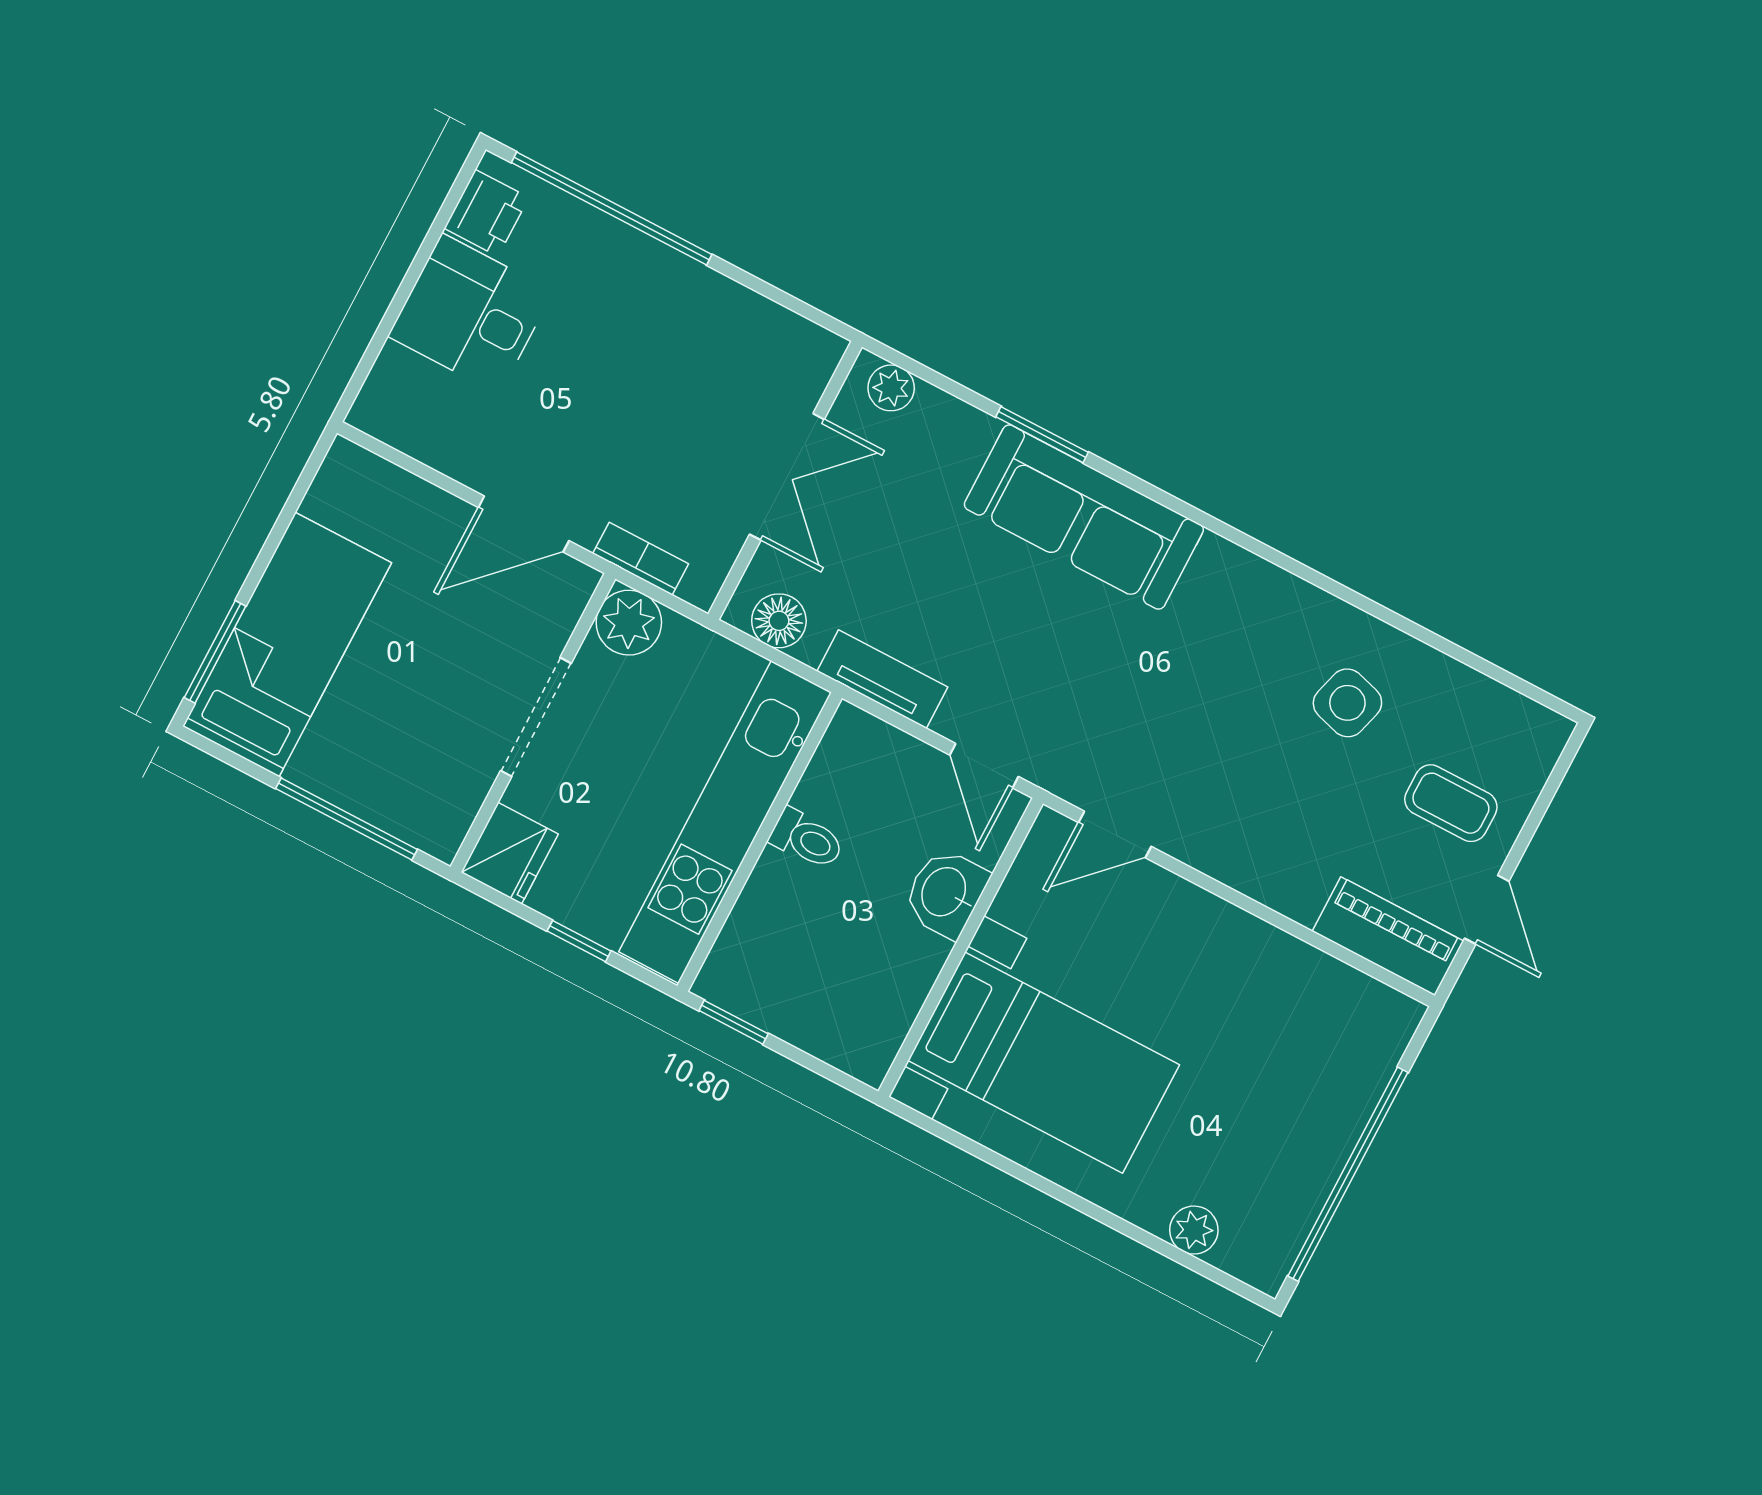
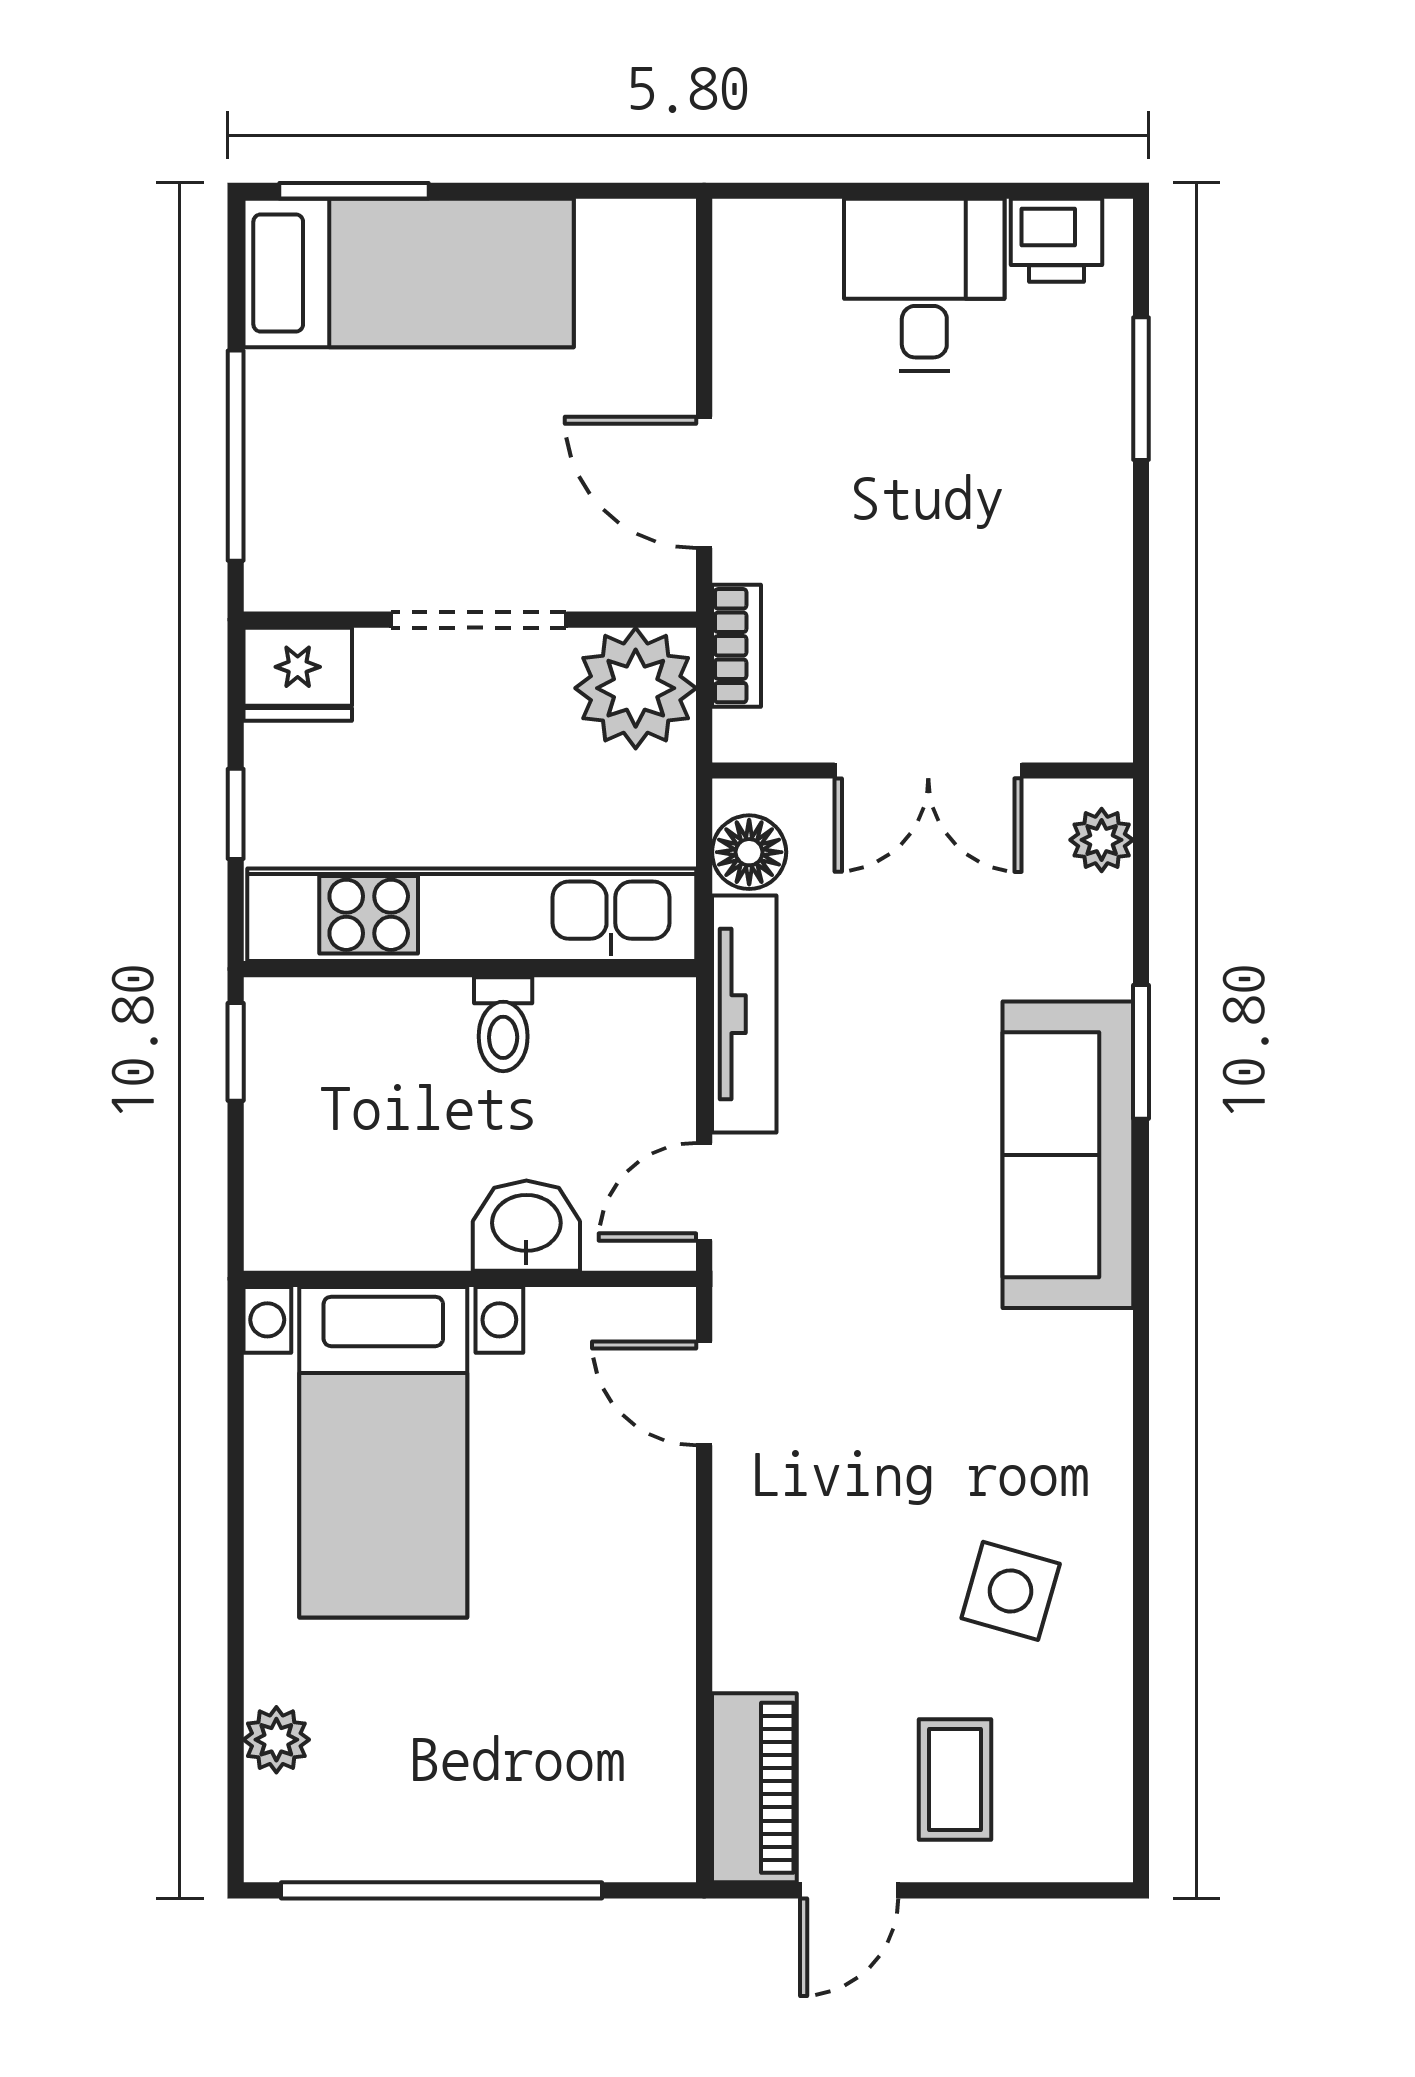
window: (612, 209) -> (1141, 389), width x0.47
plant: (629, 623) -> (636, 688), width x1.36, depth x1.36
tv unit: (882, 679) -> (744, 1014), width x1.41

